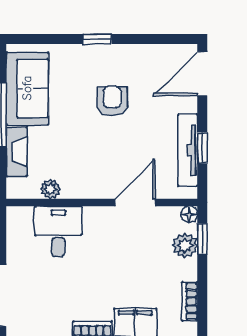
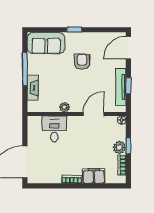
sofa: (27, 88) -> (46, 43), moved, turned 90
plant: (50, 189) -> (65, 107), moved
window: (202, 239) -> (128, 146), moved
plant: (185, 245) -> (119, 147), moved

